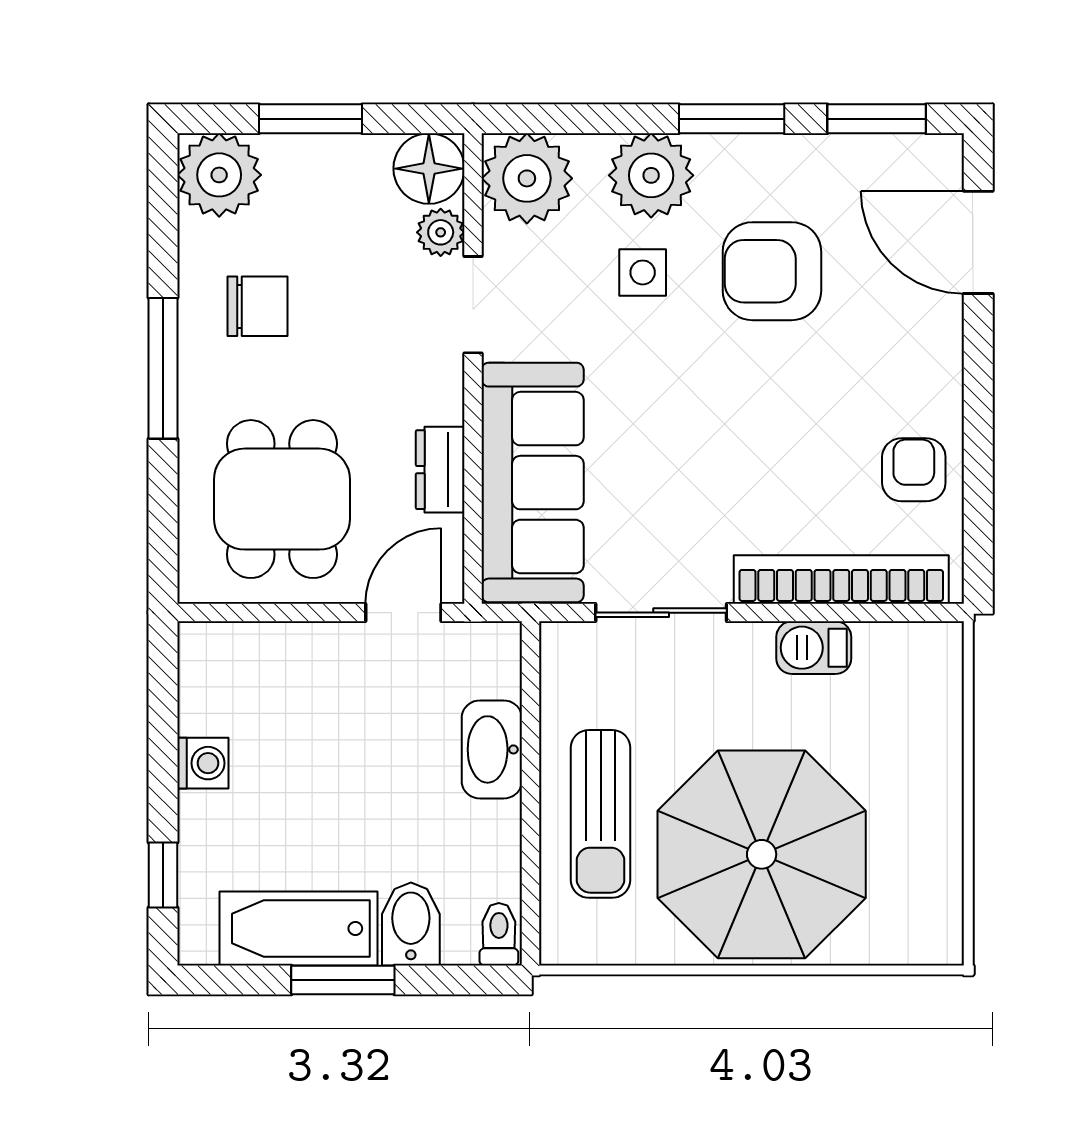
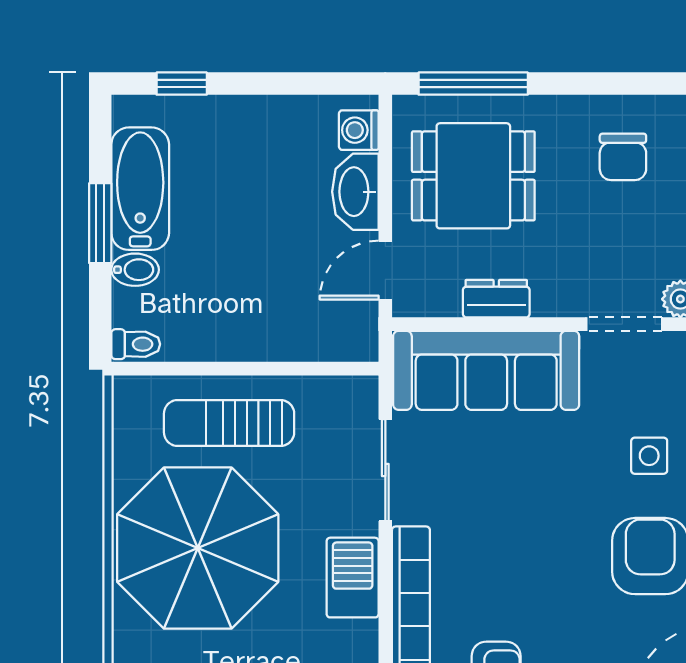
window: (163, 368) -> (473, 84), moved
door: (403, 613) -> (385, 270), swing flipped
barbecue: (814, 648) -> (353, 578), width x1.38, depth x1.27
washbasin: (492, 749) -> (355, 192), moved, turned -90
washing machine: (203, 763) -> (359, 130), moved, turned 90
bidet: (411, 924) -> (135, 270), width x0.72, depth x0.74

